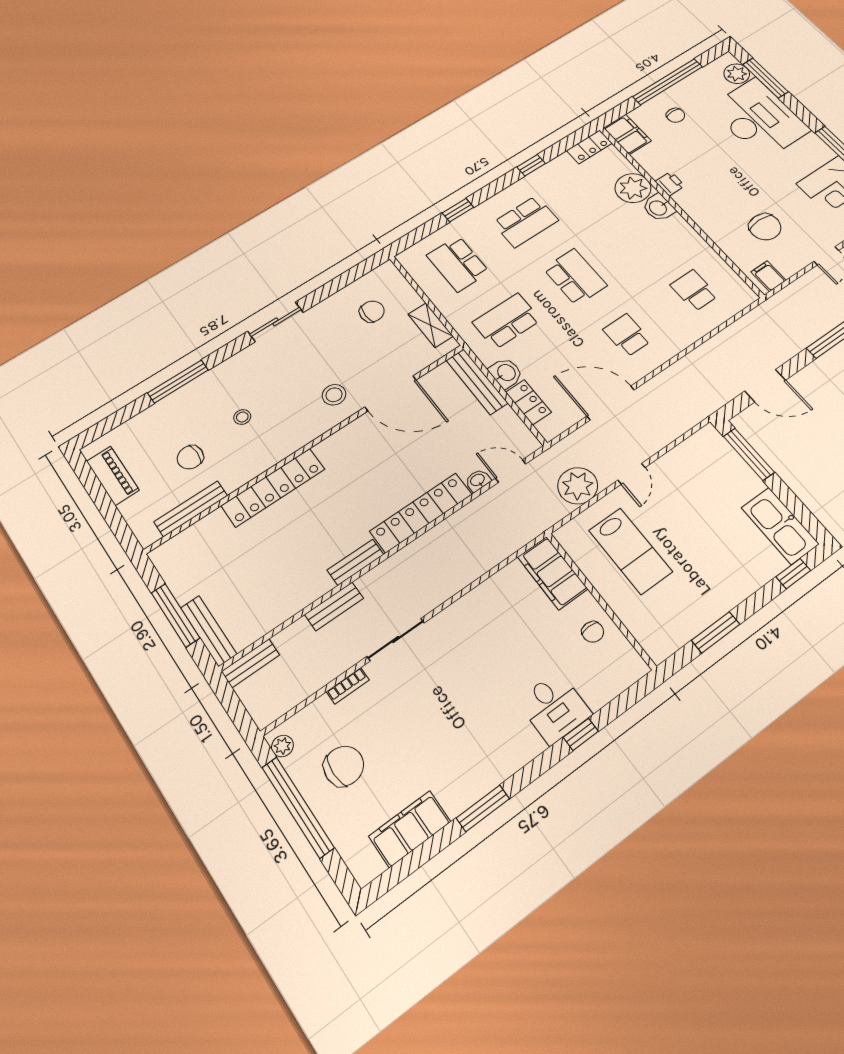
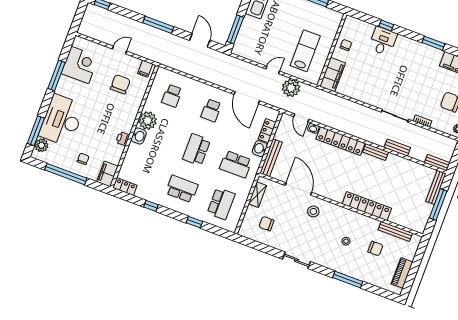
plant: (633, 188) -> (148, 121), moved

